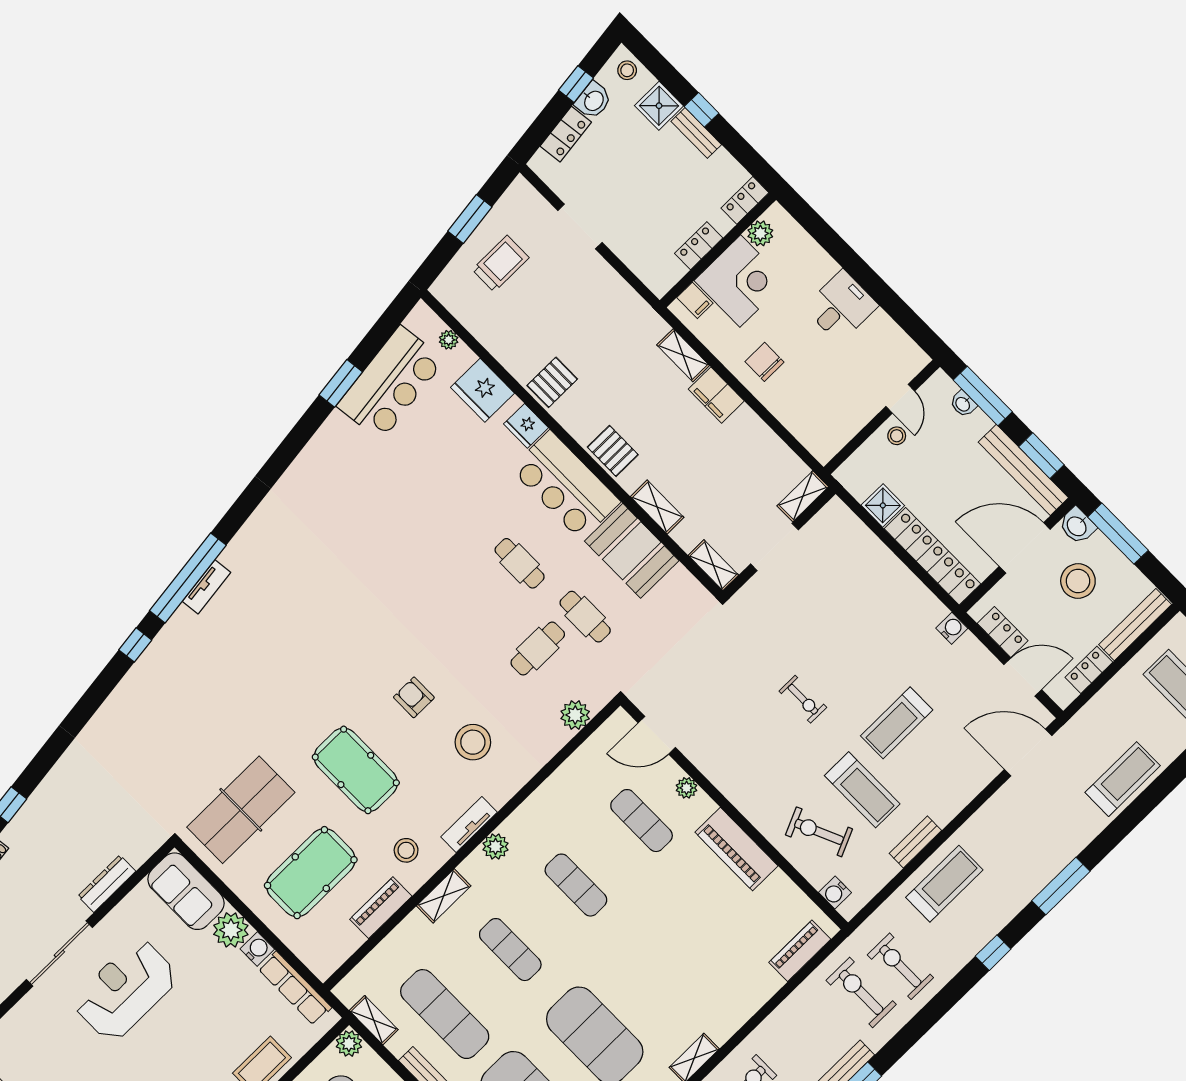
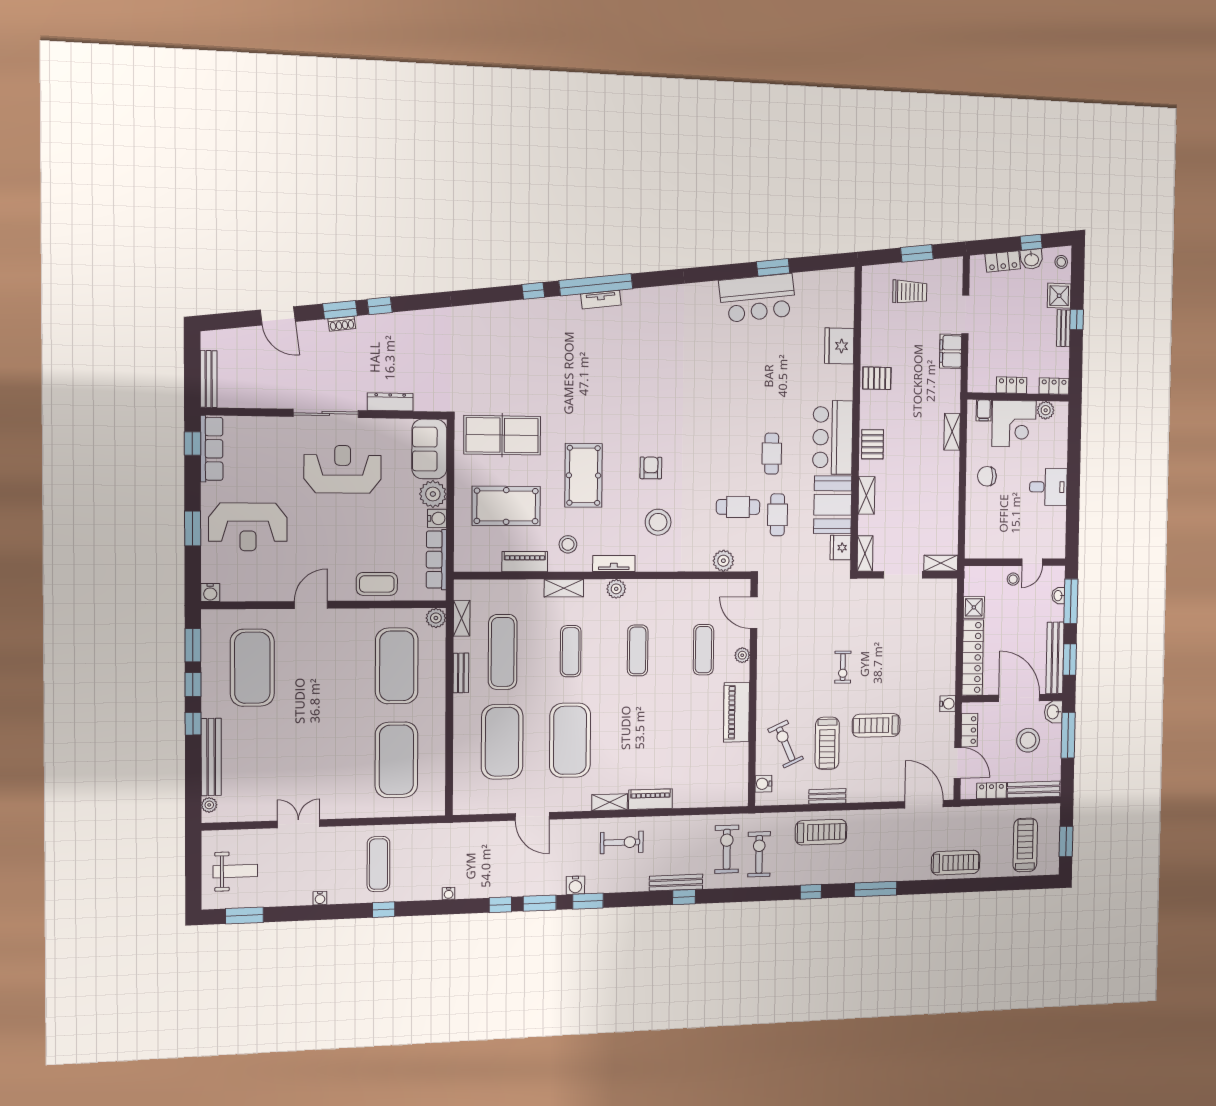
plant: (449, 340) -> (848, 303), removed
chair: (764, 362) -> (987, 476), turned -90
bar counter: (391, 383) -> (758, 298), moved
filing cabinet: (716, 395) -> (951, 351), moved
fridge: (526, 426) -> (841, 548), moved
piano: (800, 951) -> (650, 799), moved

